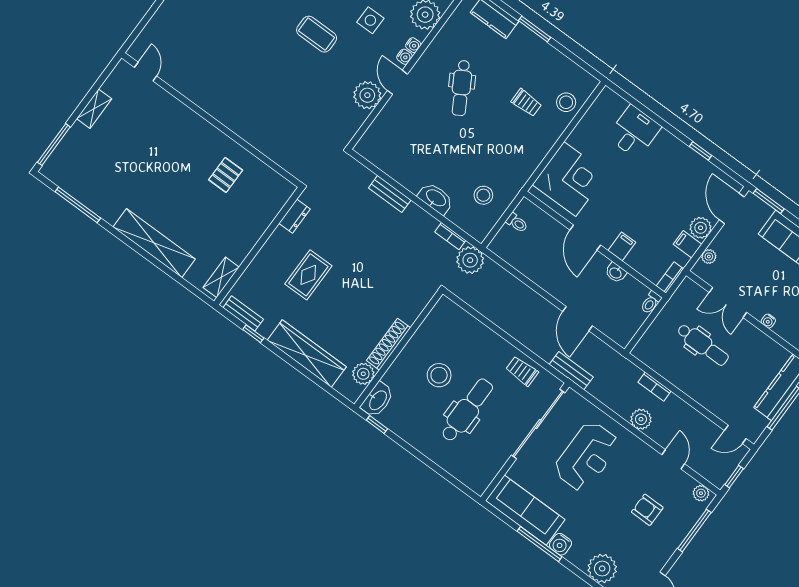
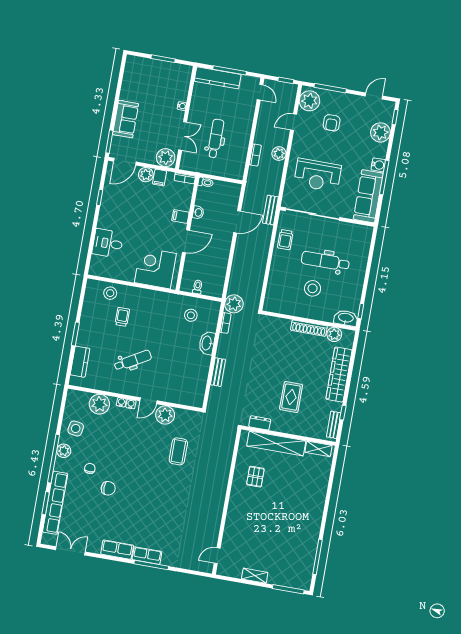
side table: (370, 20) -> (119, 435), removed
coffee table: (317, 34) -> (178, 451), moved
pallet: (226, 175) -> (255, 477), turned 90
shelving: (154, 243) -> (276, 443), moved, turned 90
plant: (709, 257) -> (166, 158), width x1.88, depth x1.88
rug: (308, 275) -> (291, 397), turned 90
reception desk: (587, 456) -> (318, 175), turned 180
plant: (701, 493) -> (309, 101), width x1.88, depth x1.88

